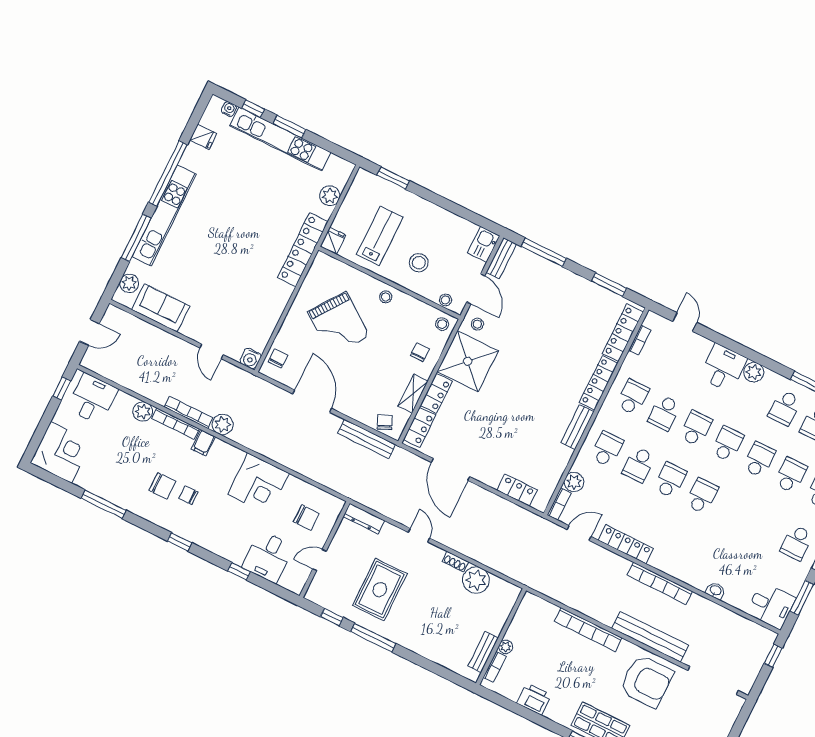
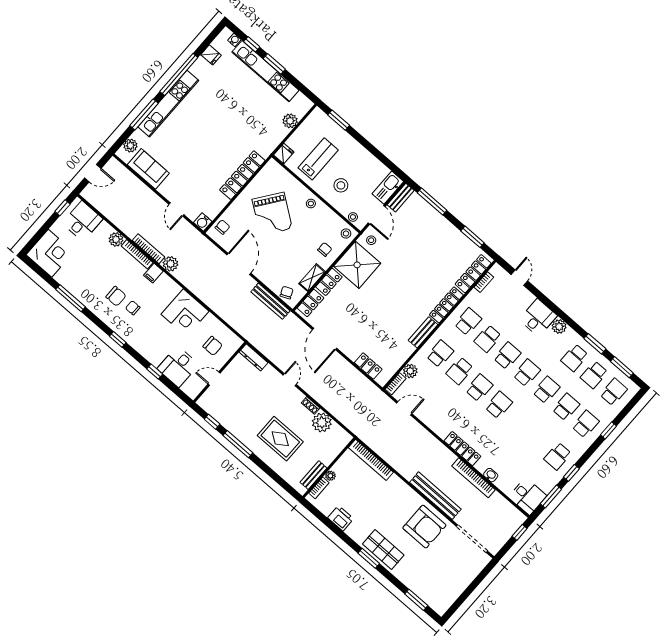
kitchen sink: (484, 244) -> (388, 188), width x1.38
locker: (303, 250) -> (242, 175), moved
locker: (626, 544) -> (462, 449), moved
bookcase: (660, 583) -> (474, 478), moved
rug: (380, 590) -> (280, 439), moved, turned 90
bookcase: (588, 629) -> (371, 460), moved

